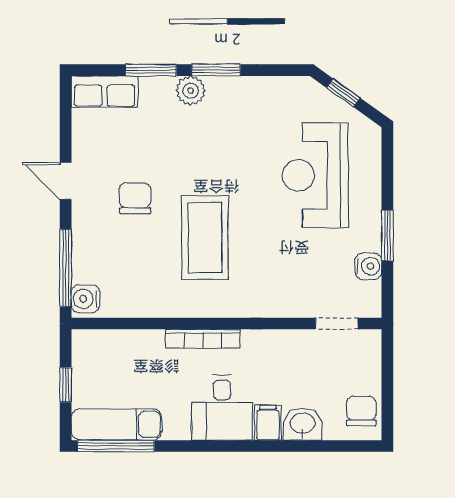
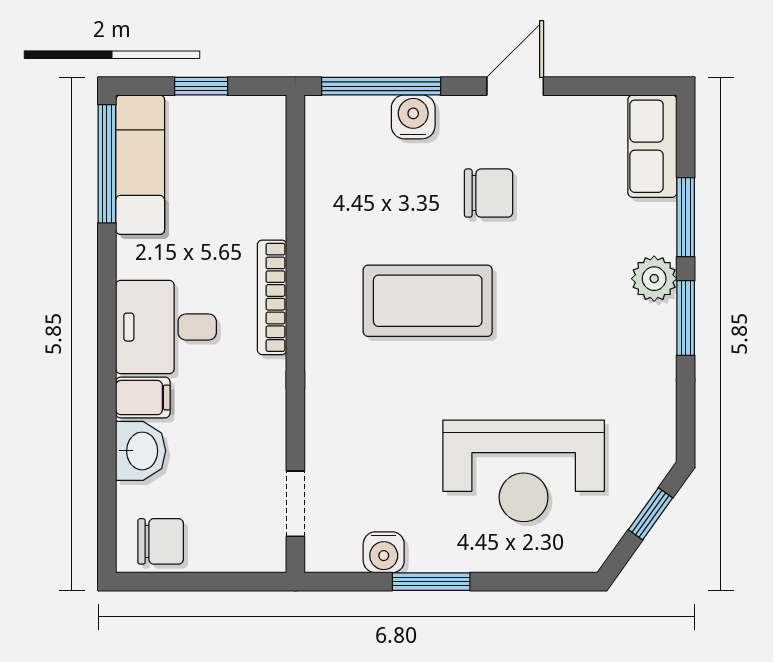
reception desk: (316, 175) -> (524, 471), turned 180
water cooler: (86, 299) -> (413, 117), moved

